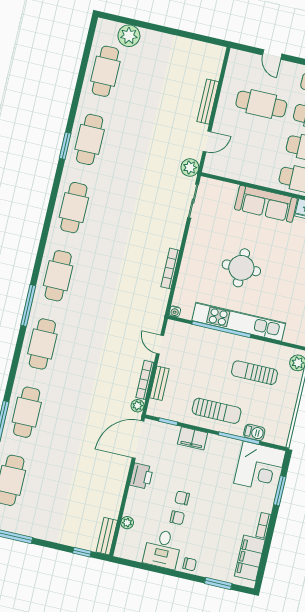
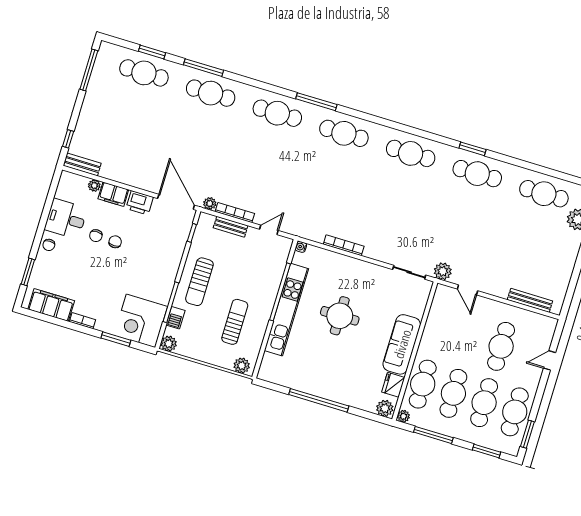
bench: (208, 102) -> (530, 300), moved
filing cabinet: (193, 438) -> (113, 194), moved, turned -90
plant: (281, 438) -> (169, 344), added

